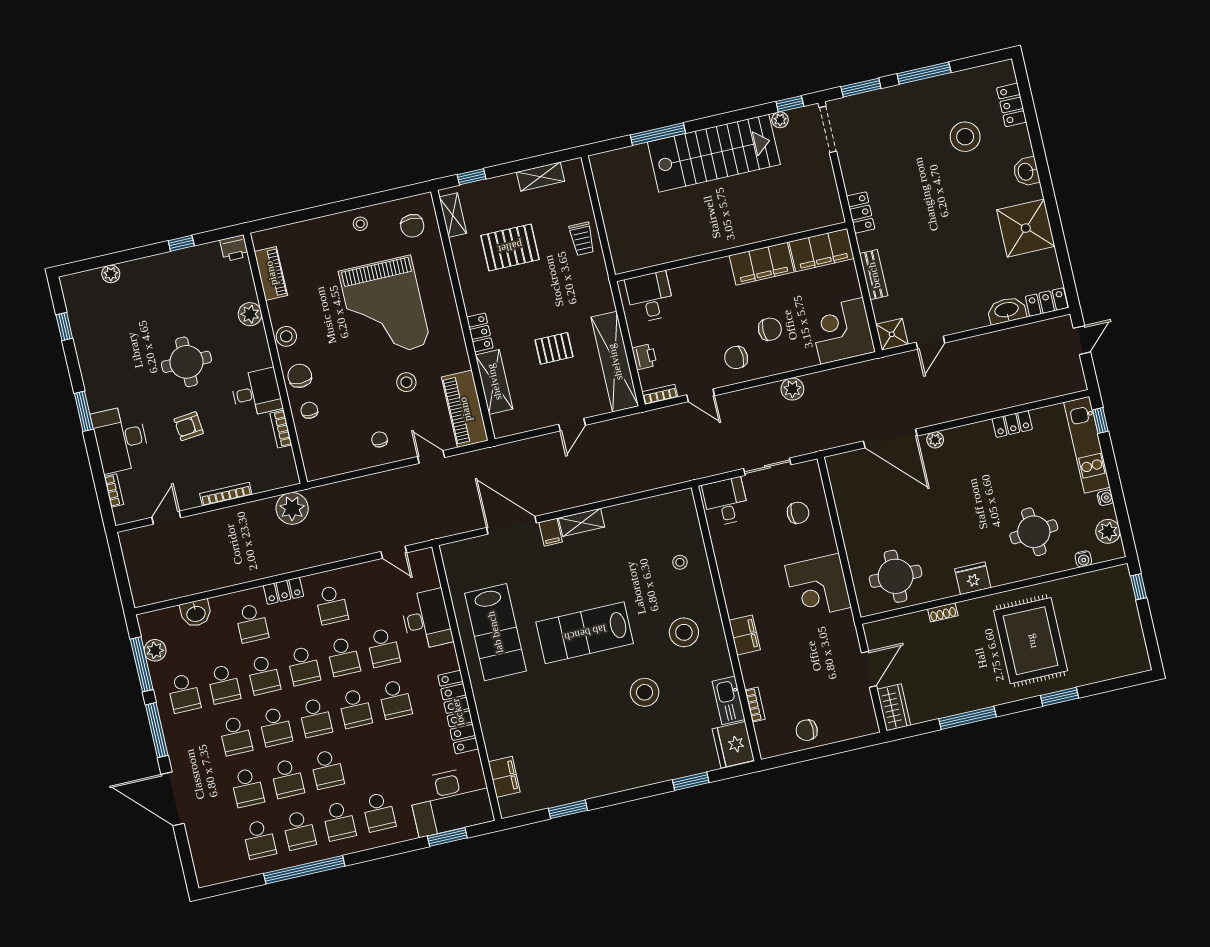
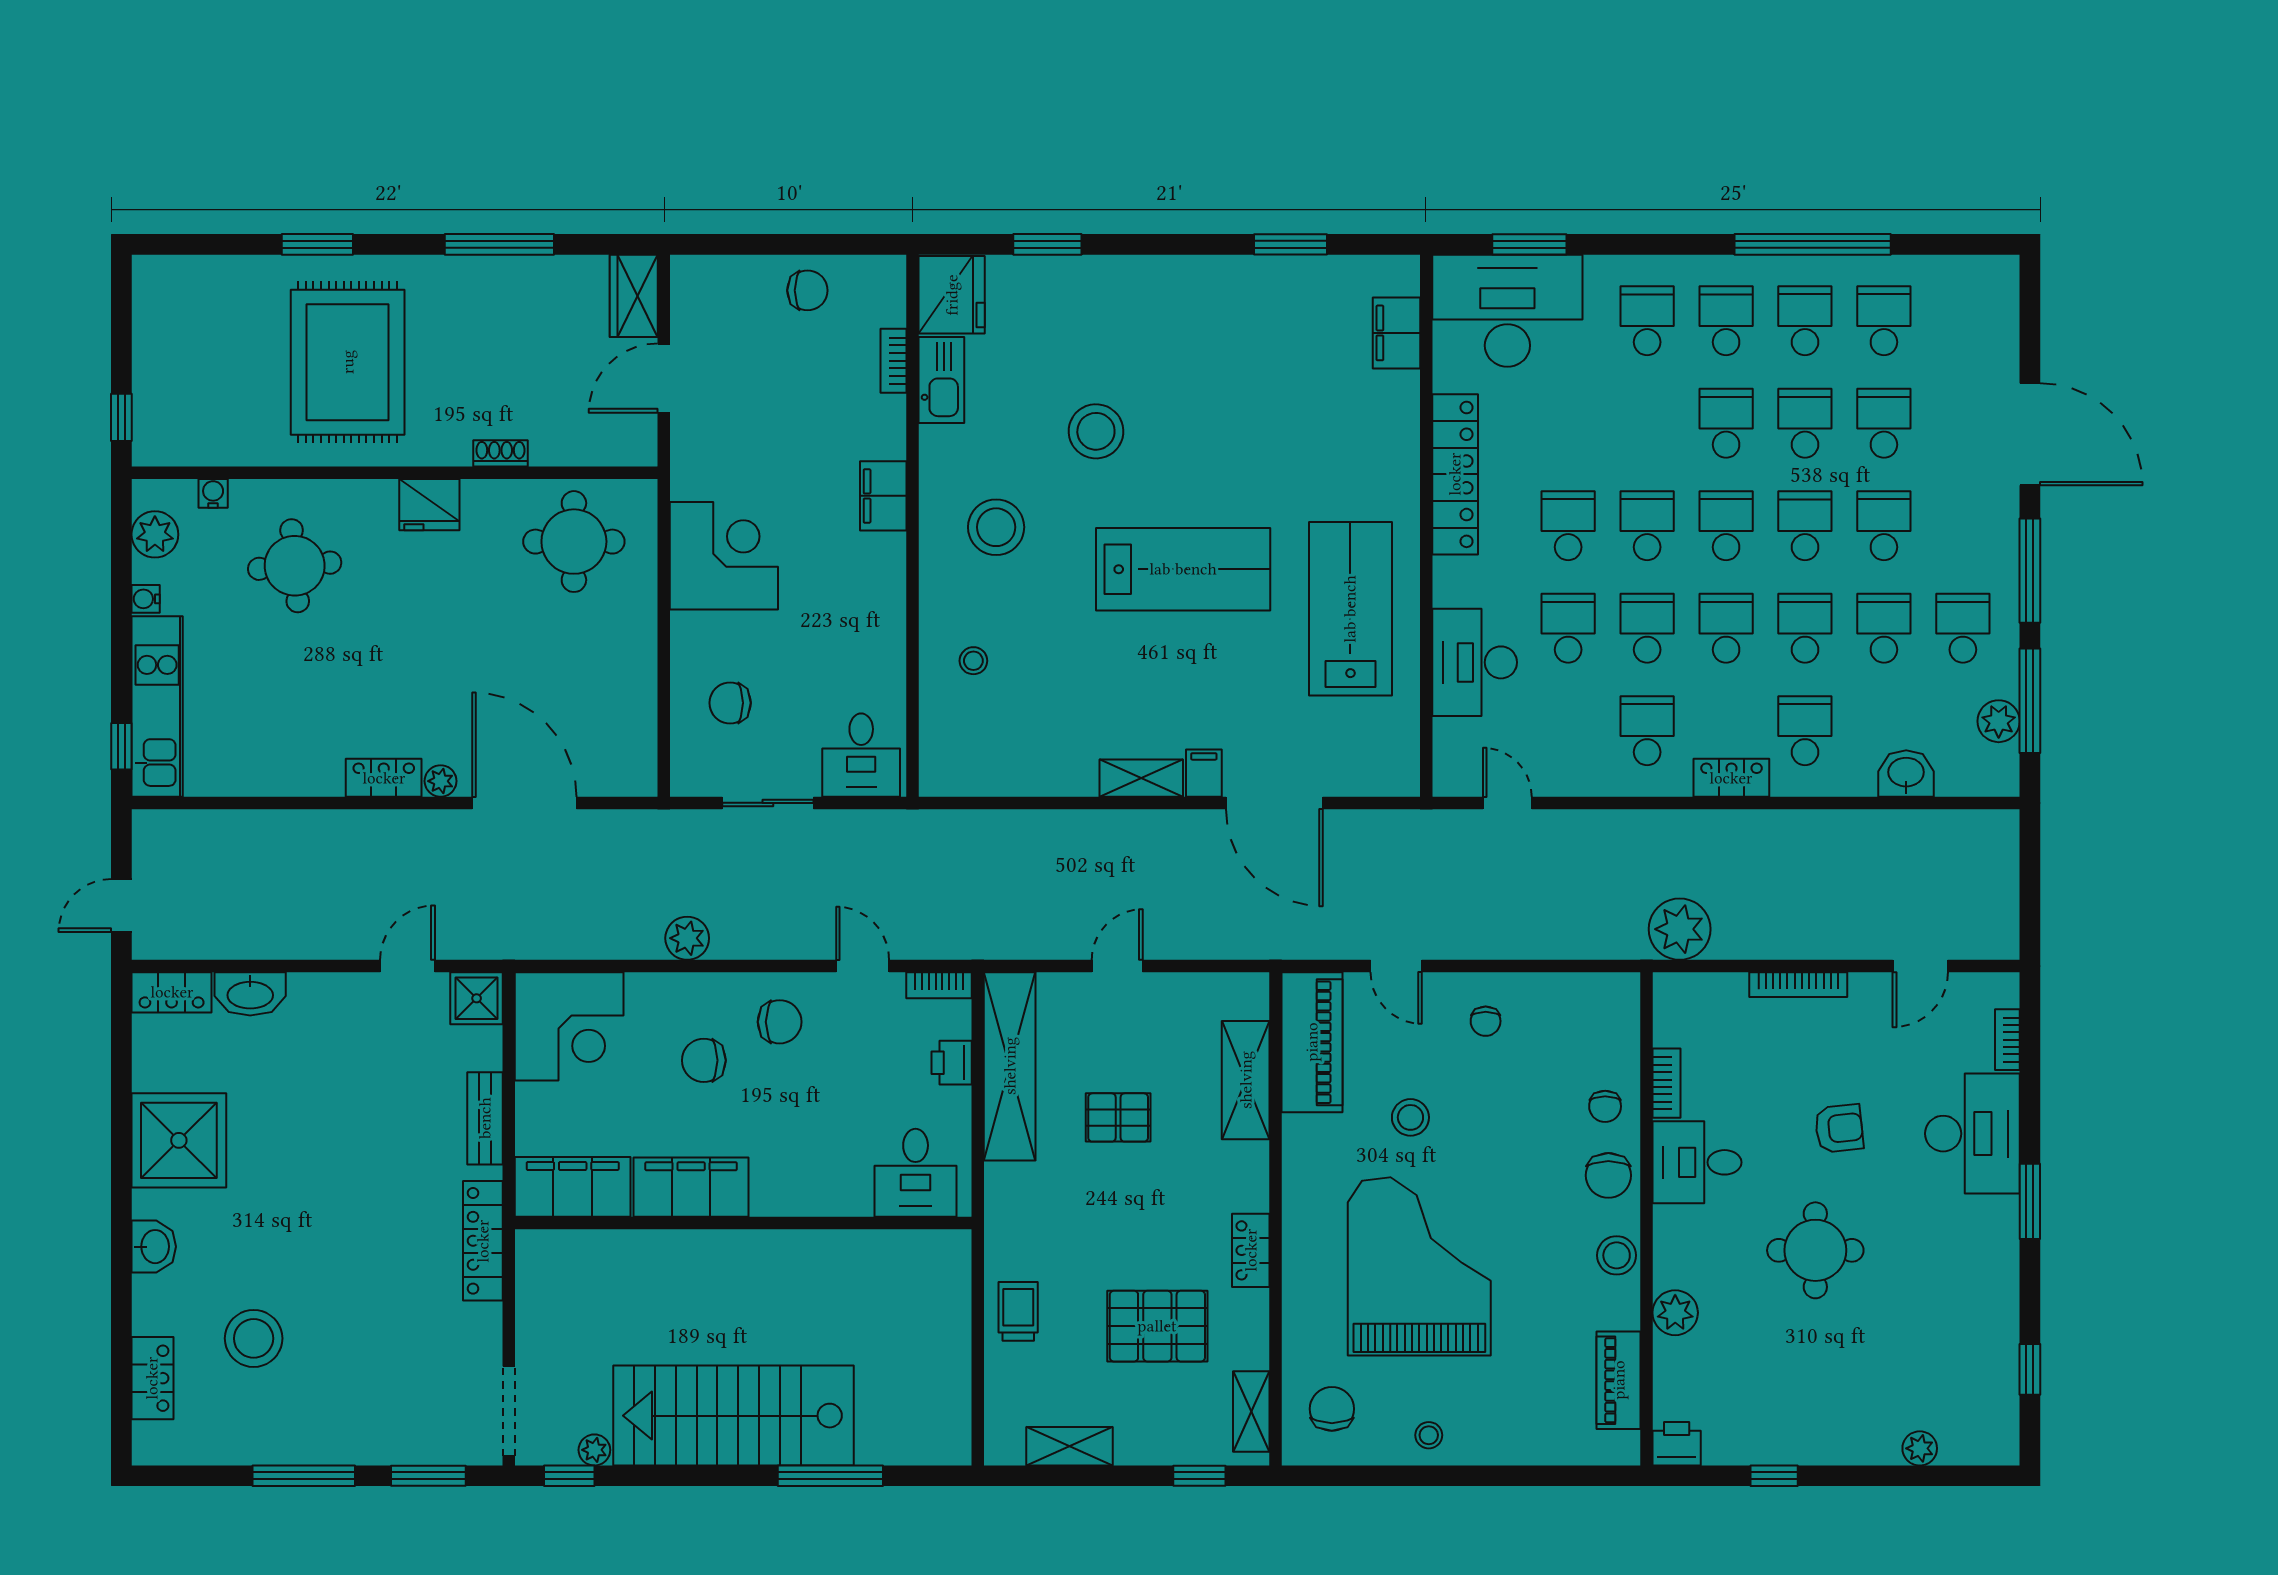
locker: (861, 213) -> (483, 1241), width x1.53
locker: (480, 332) -> (1251, 1250), moved
locker: (1012, 424) -> (384, 778), moved

